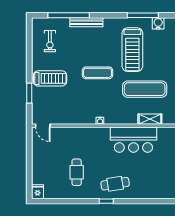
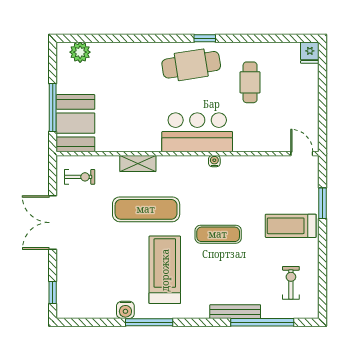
bar counter: (133, 140) -> (197, 132), moved
cafe table: (115, 184) -> (191, 65), width x1.37, depth x1.35

